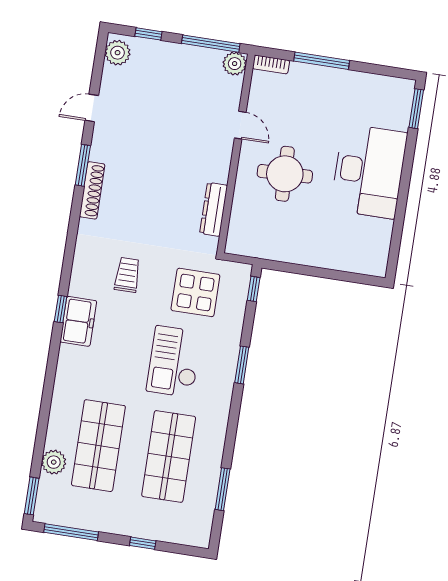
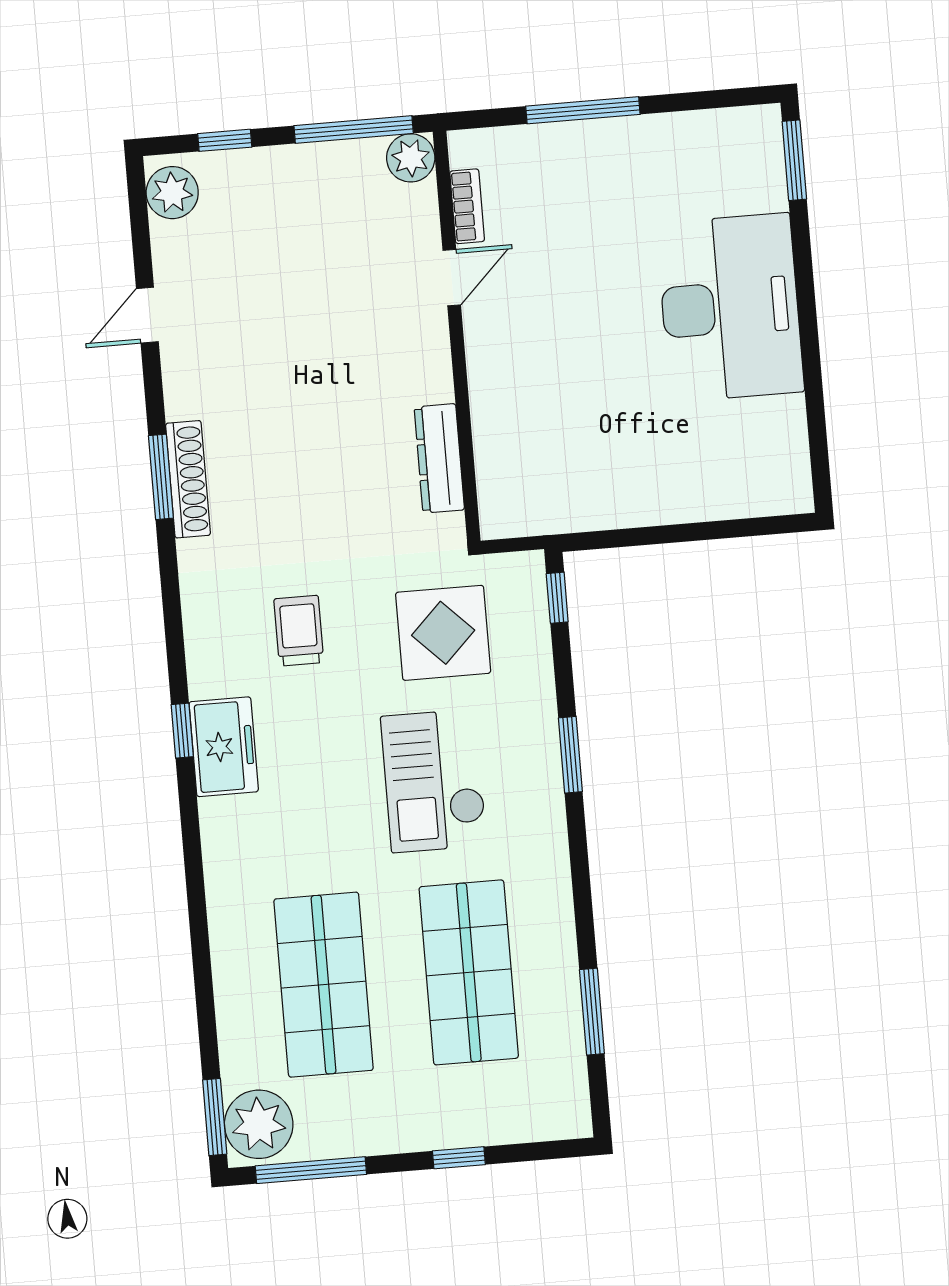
bookcase: (271, 64) -> (467, 206), moved, turned -90
door: (240, 125) -> (452, 278), hinge flipped
window: (83, 165) -> (161, 477), moved
round table: (285, 174) -> (564, 353), removed
plant: (54, 462) -> (259, 1124), moved, width x1.36, depth x1.36

